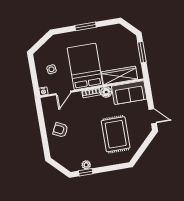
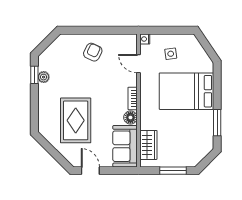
window: (86, 26) -> (217, 123), moved
bed: (85, 66) -> (187, 91), moved, turned 180
wardrobe: (119, 76) -> (148, 145), width x0.67
door: (153, 116) -> (90, 171), swing flipped
rug: (116, 134) -> (76, 120), turned 90

